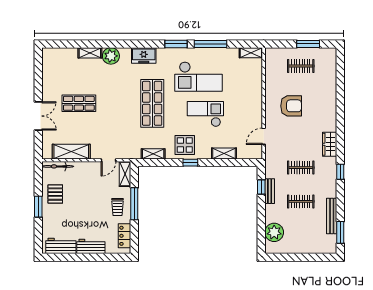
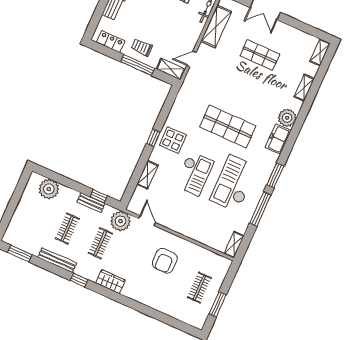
plant: (111, 56) -> (287, 118), moved
shop shelf: (79, 103) -> (260, 55), turned 90
shelving: (153, 154) -> (320, 52), moved
plant: (274, 159) -> (120, 221), added
door: (108, 160) -> (191, 59), hinge flipped
bench: (332, 216) -> (57, 260), moved

